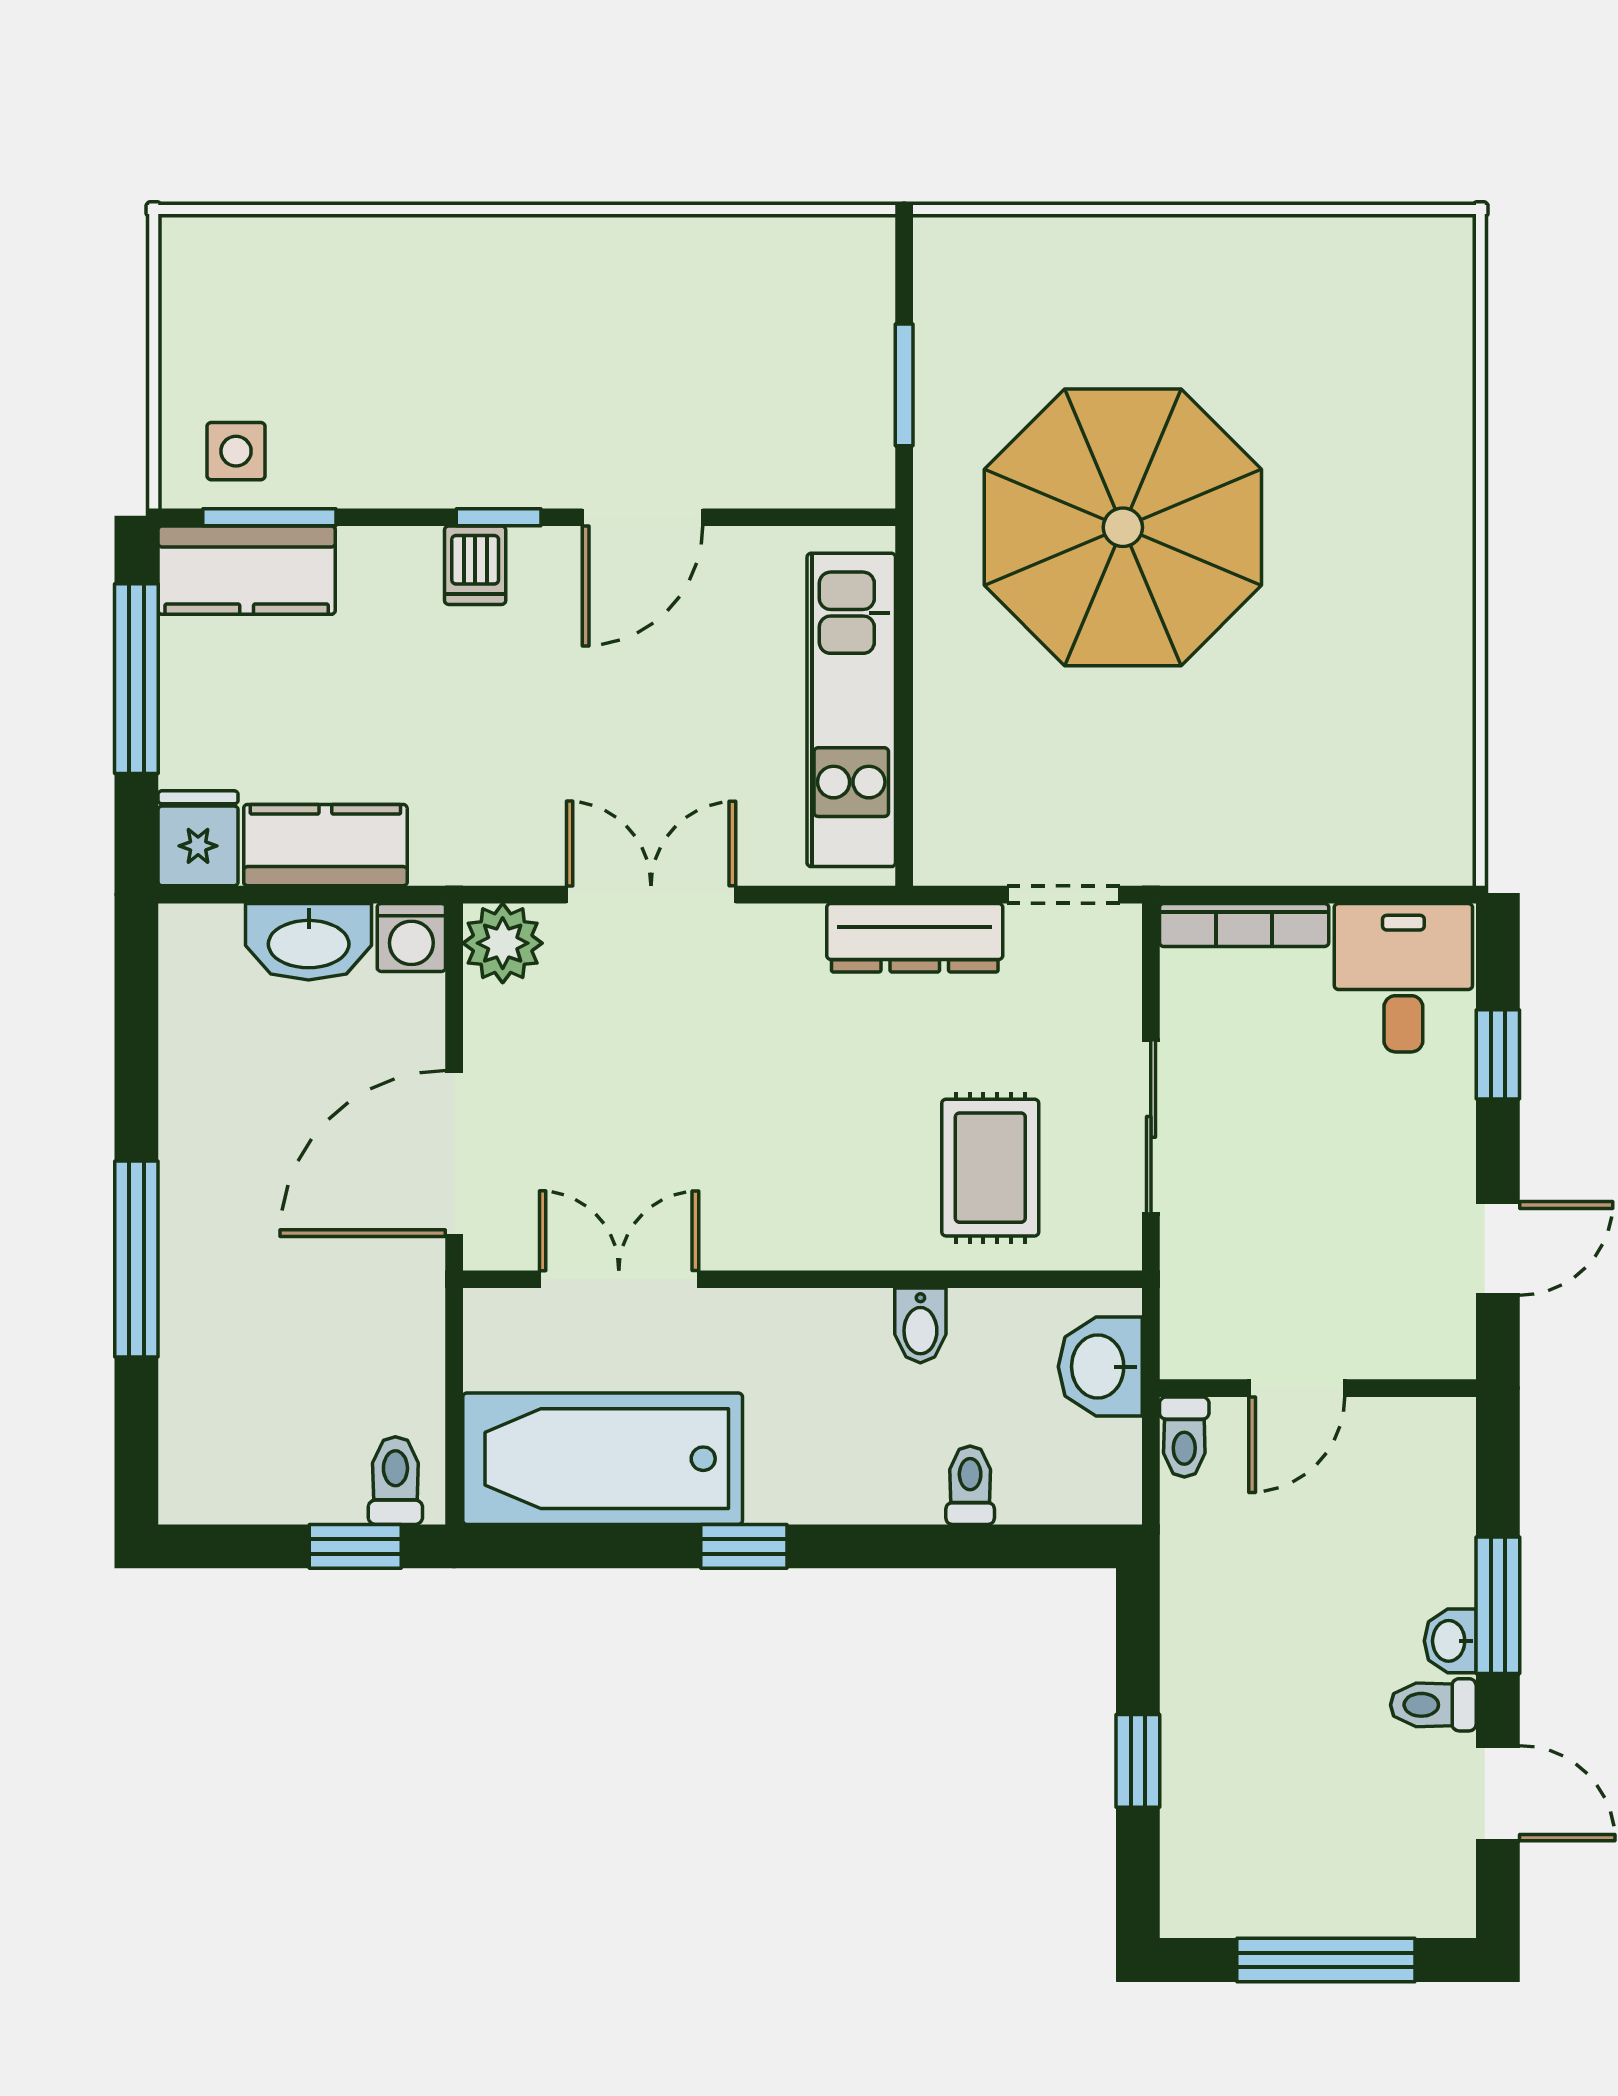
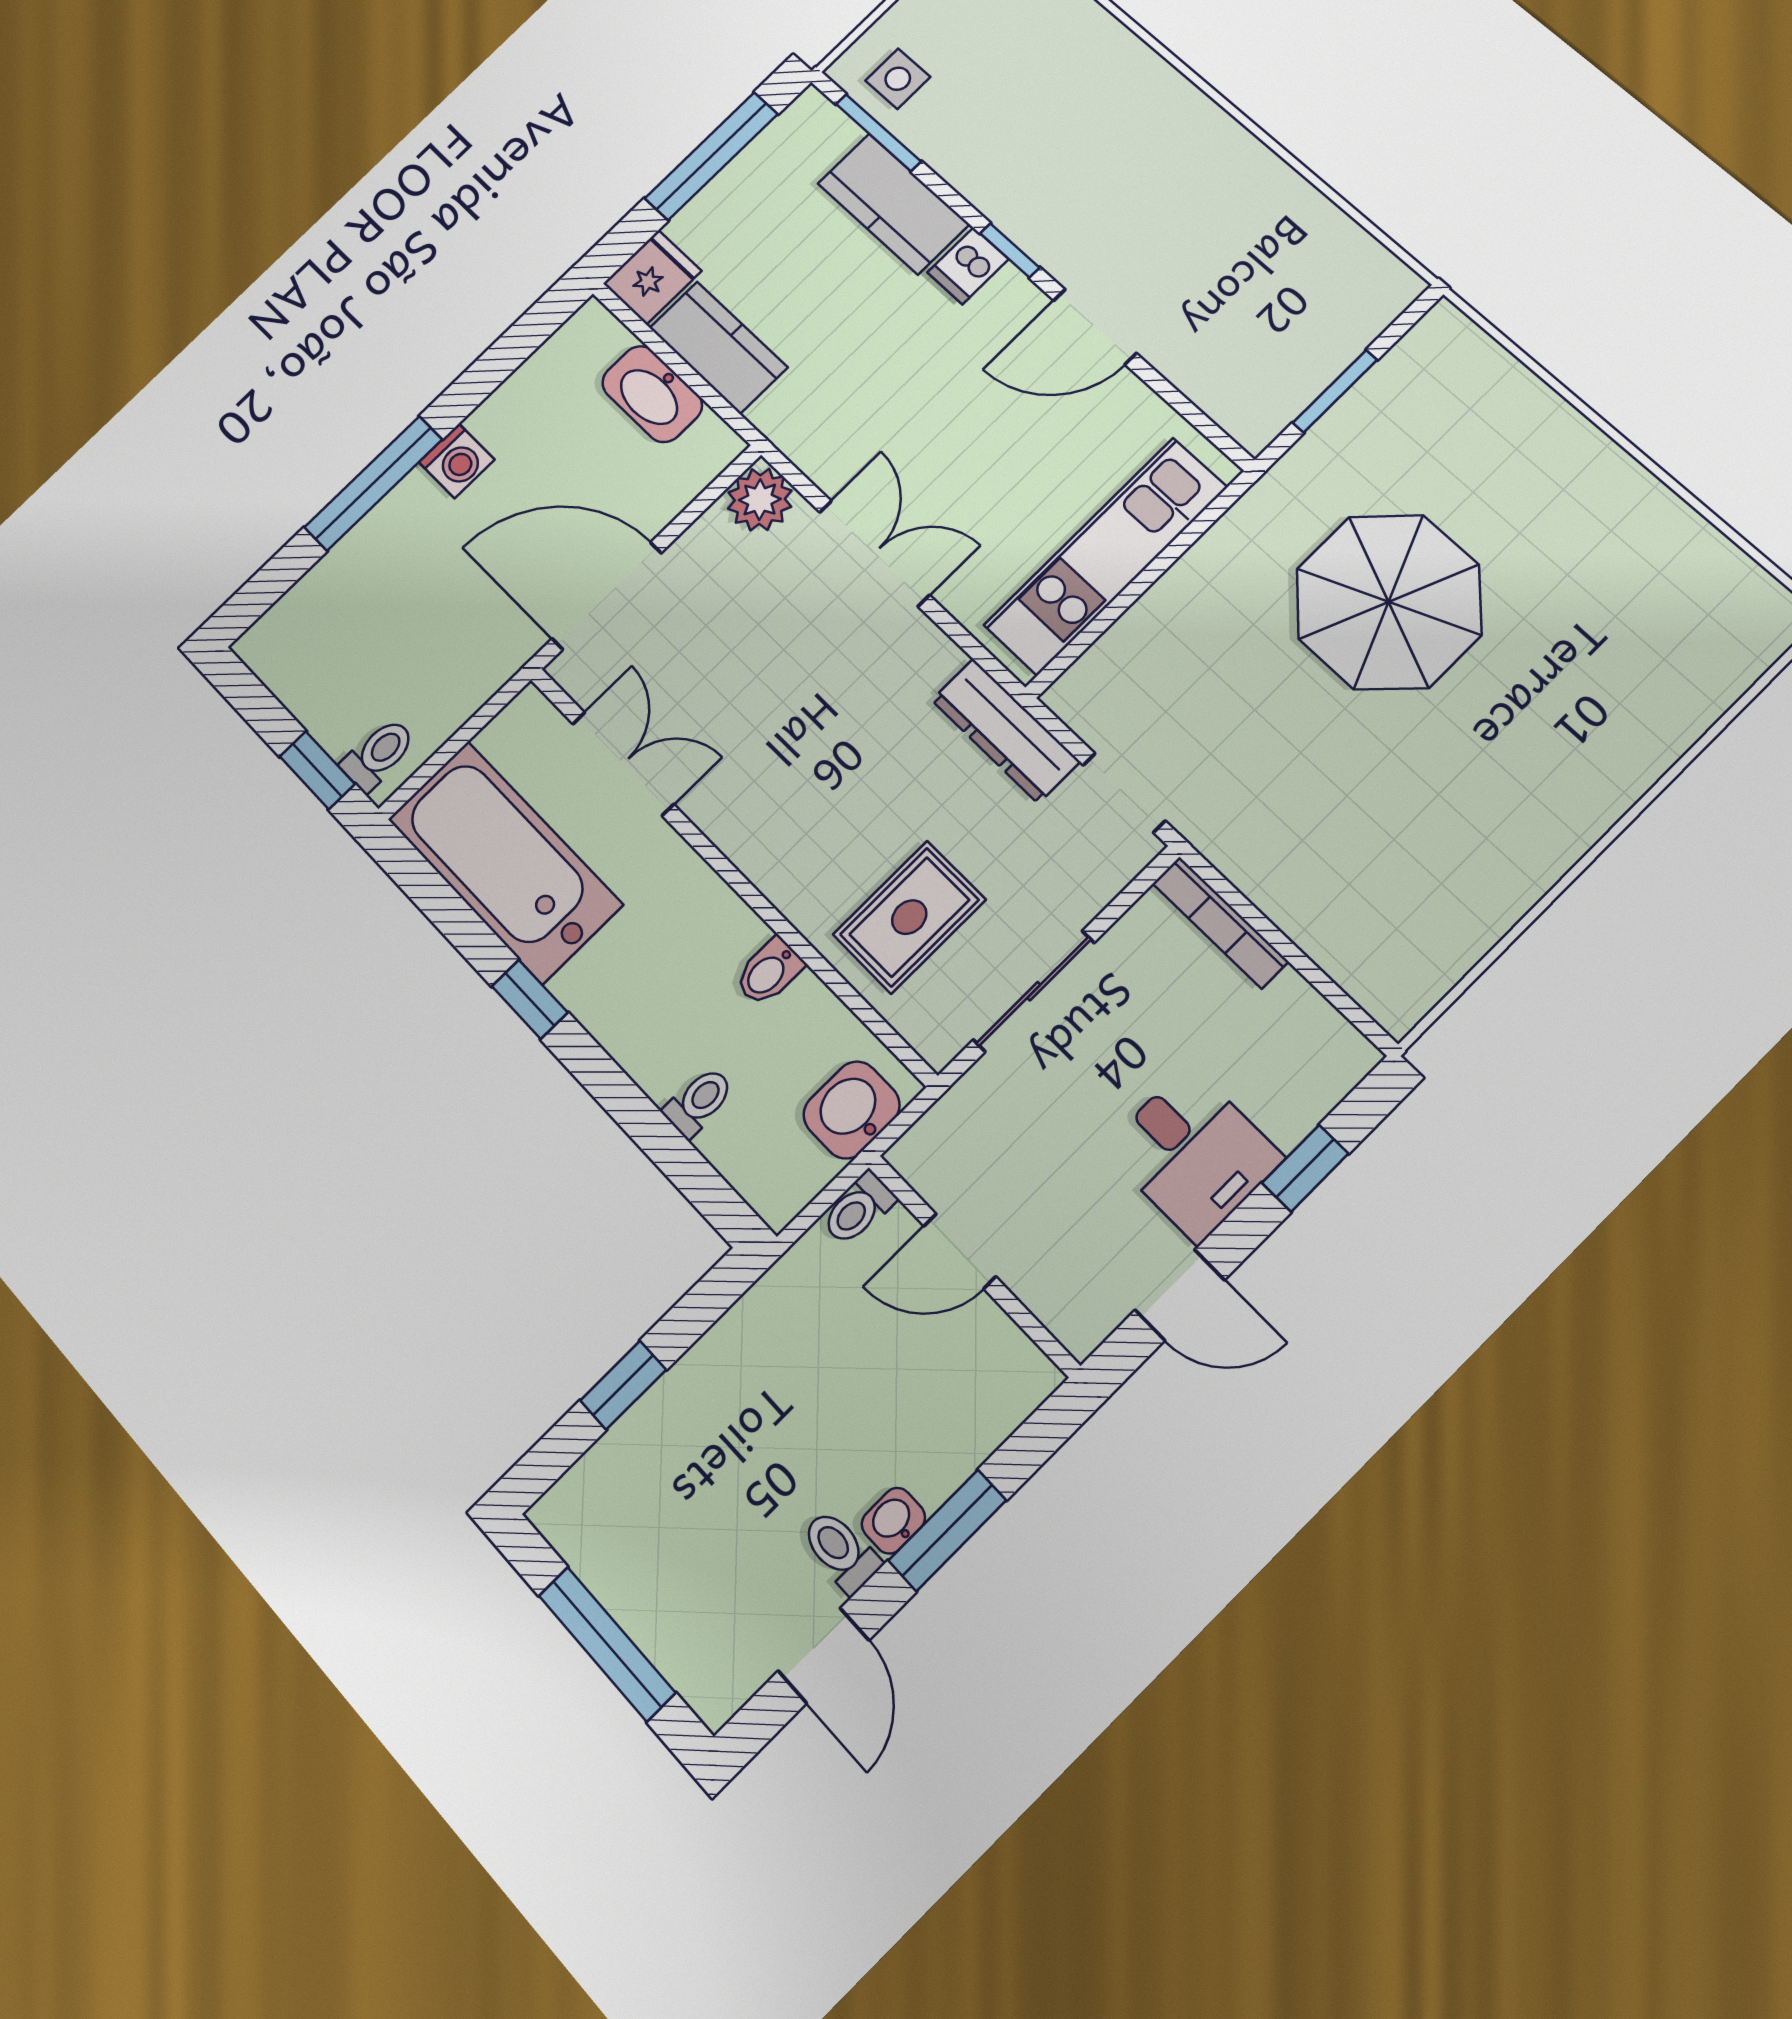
parasol: (1123, 527) -> (1389, 602), width x0.73, depth x0.73
kitchen counter: (247, 570) -> (893, 204), moved
washing machine: (411, 937) -> (457, 461), moved, turned -90
desk: (1403, 978) -> (1193, 1154), moved, turned 90

